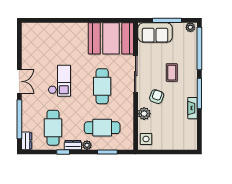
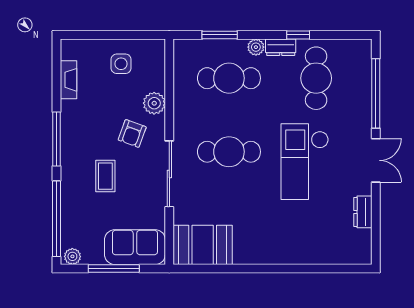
booth: (111, 38) -> (203, 245), width x0.73, depth x0.70
double door: (19, 81) -> (376, 160), swing flipped
checkout: (59, 81) -> (305, 162), width x1.36, depth x1.21
cafe table: (102, 86) -> (229, 152), turned 90
fireplace: (193, 108) -> (68, 80), moved
side table: (146, 139) -> (121, 64), moved
dresser: (27, 141) -> (363, 212), moved

